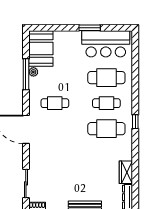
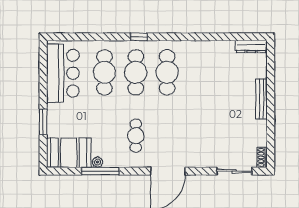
window: (90, 28) -> (43, 122), moved
cafe table: (106, 103) -> (136, 72), width x1.37, depth x1.35
window: (135, 122) -> (139, 37), moved
wardrobe: (126, 172) -> (221, 48), removed

